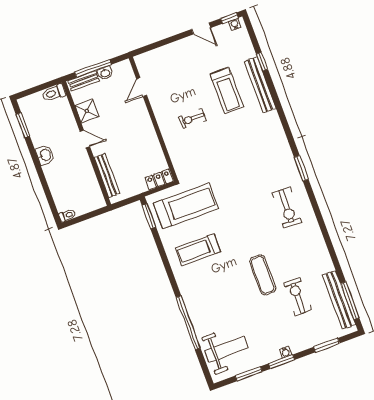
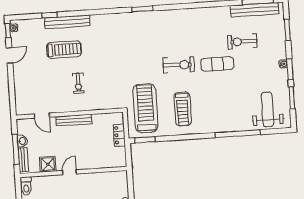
bench: (107, 176) -> (74, 120), moved
locker: (159, 180) -> (119, 135), moved
exercise bike: (287, 208) -> (179, 65), moved

